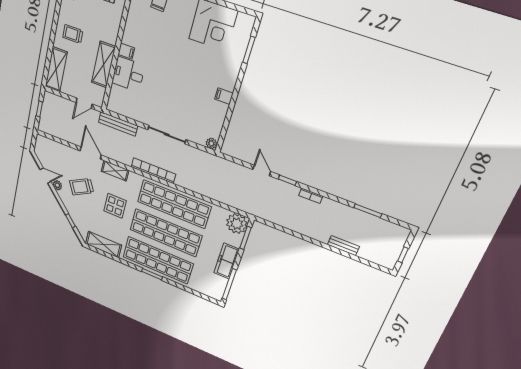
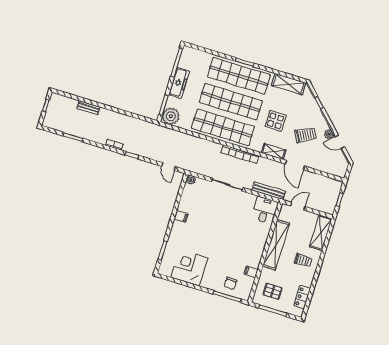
filing cabinet: (126, 51) -> (251, 272), moved
shelving: (103, 65) -> (276, 245), width x1.47
desk: (128, 74) -> (265, 210), moved, turned -90
door: (262, 170) -> (168, 166), moved

